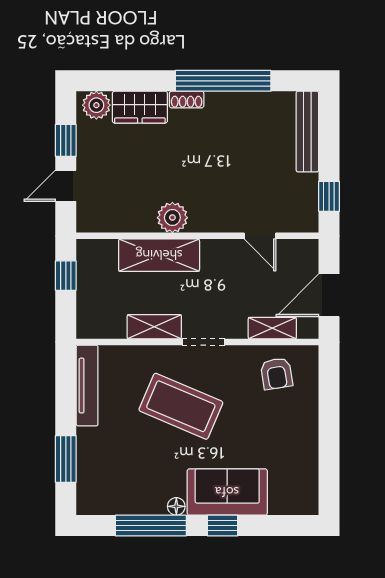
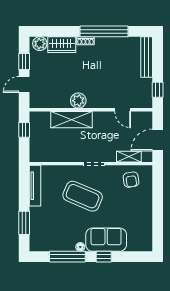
shelving: (154, 327) -> (69, 156), removed

